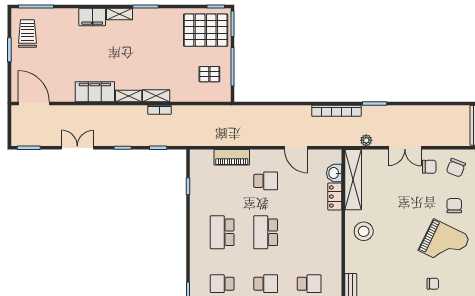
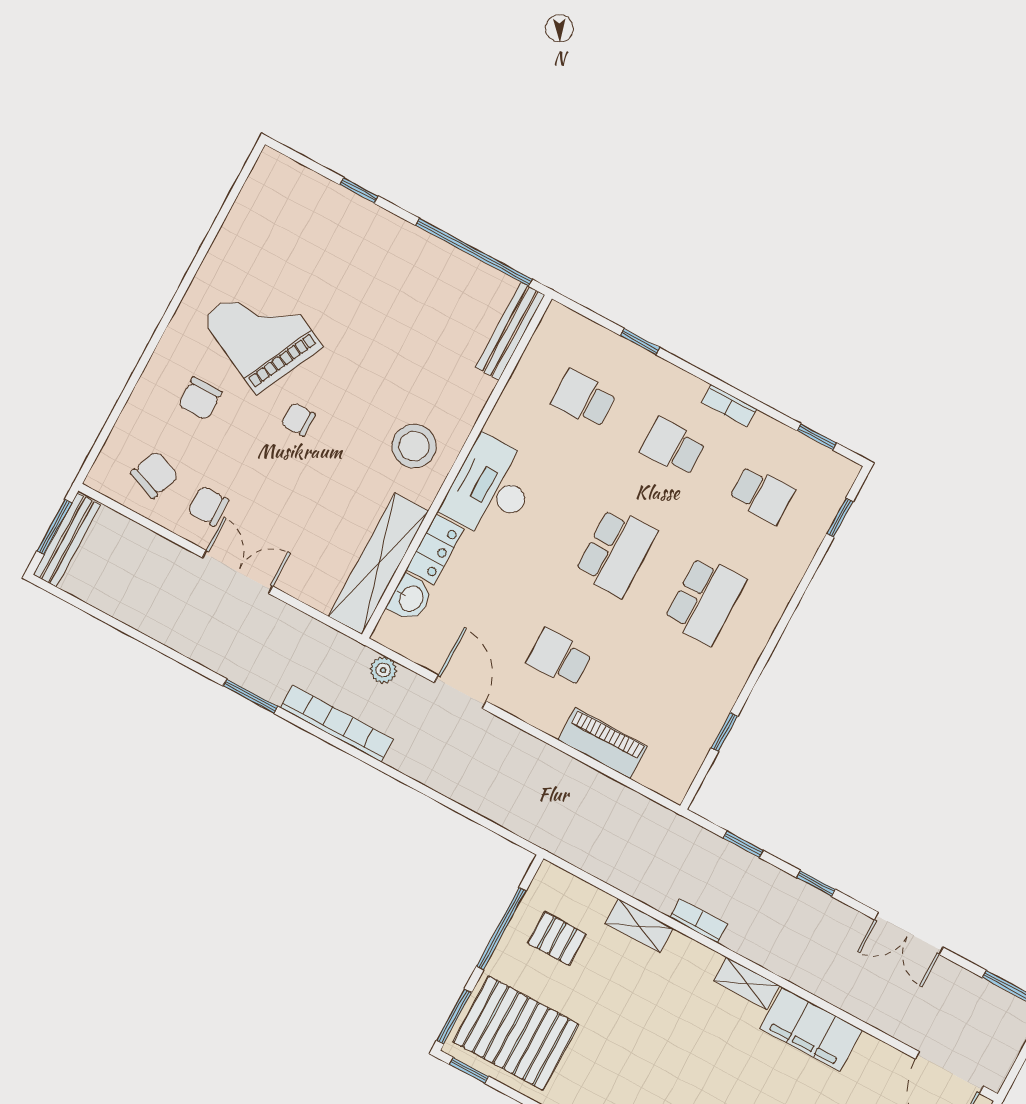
shelving: (156, 96) -> (639, 926), moved
plant: (366, 140) -> (383, 670), moved
desk: (326, 231) -> (491, 488), added
chair: (433, 284) -> (298, 419), moved

